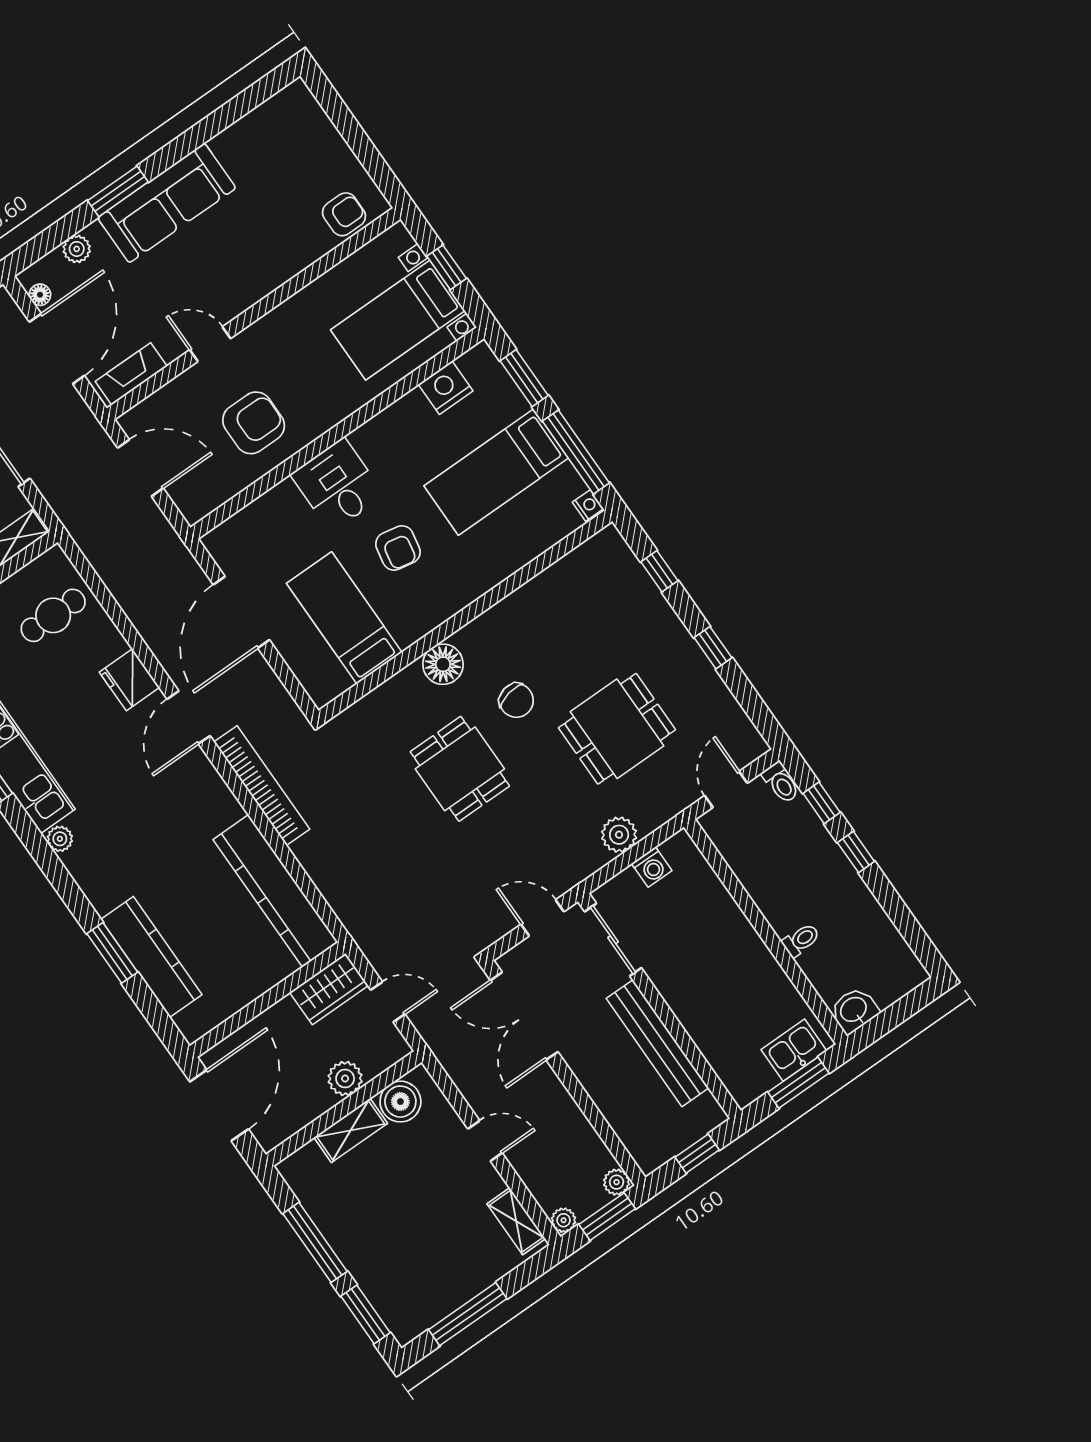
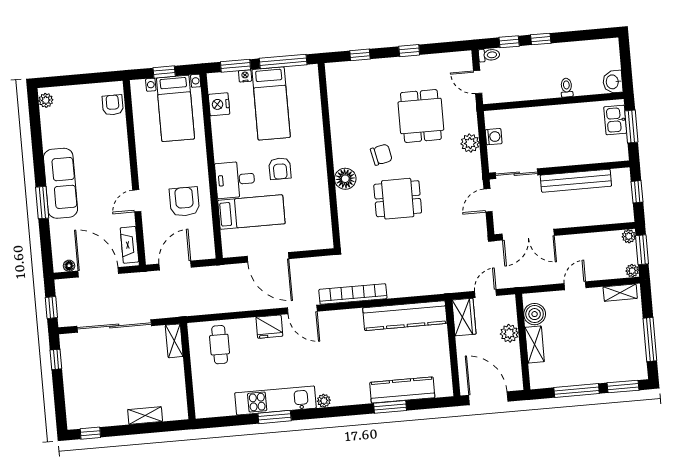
plant: (77, 249) -> (46, 100), moved
nightstand: (588, 505) -> (245, 76), moved
armchair: (398, 548) -> (280, 169), turned 79
bed: (344, 618) -> (251, 212), moved, turned 180

